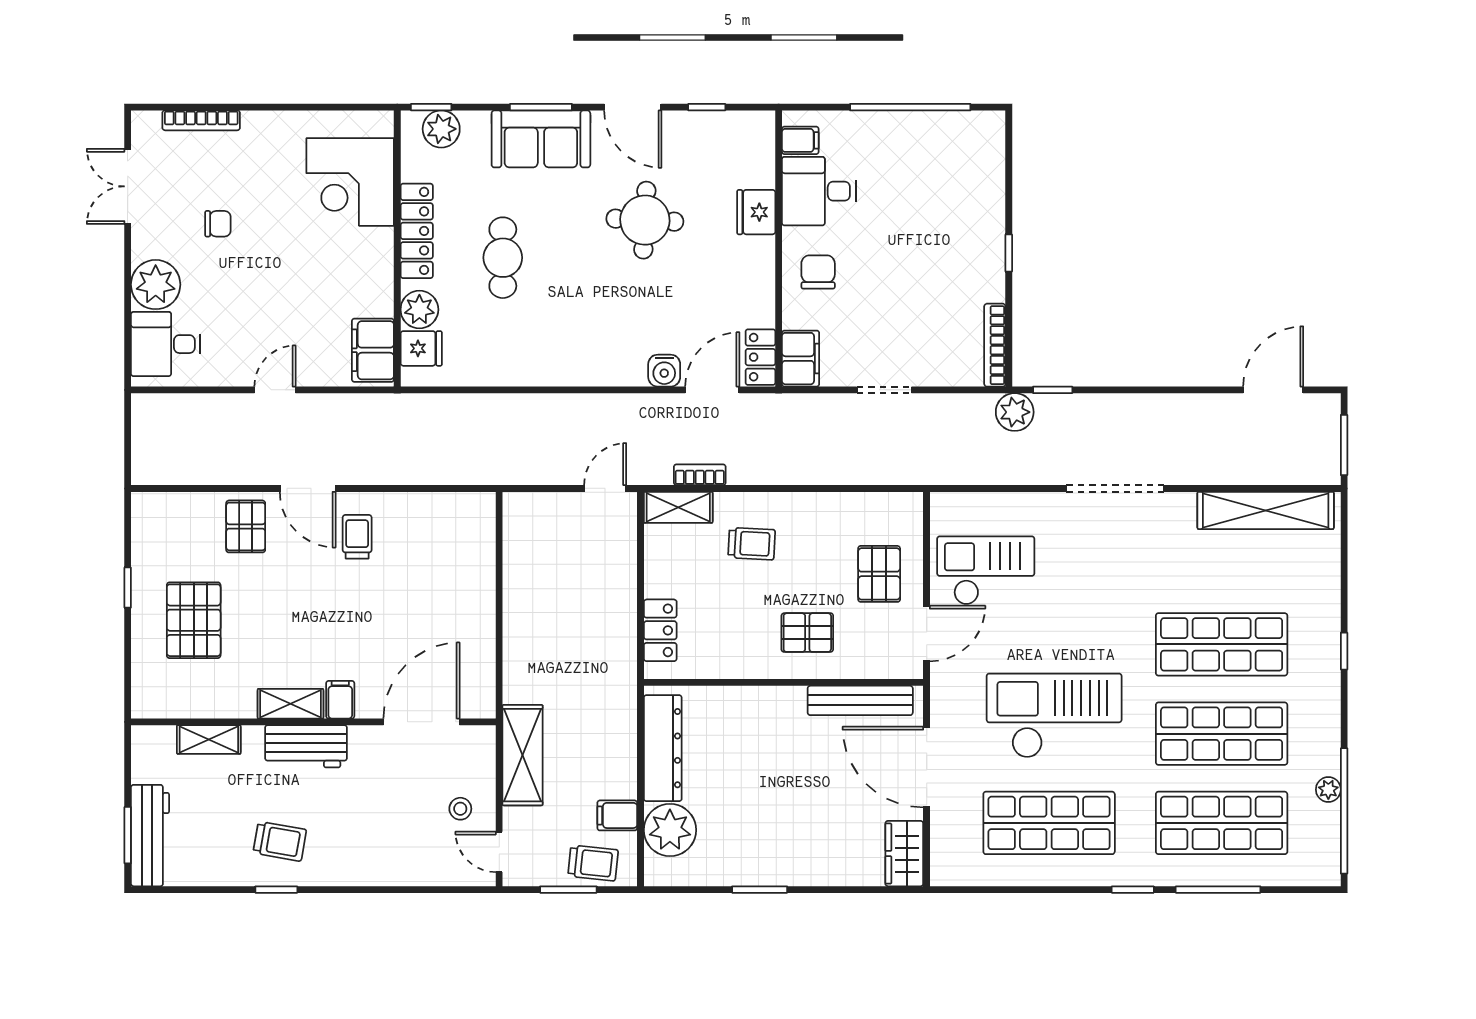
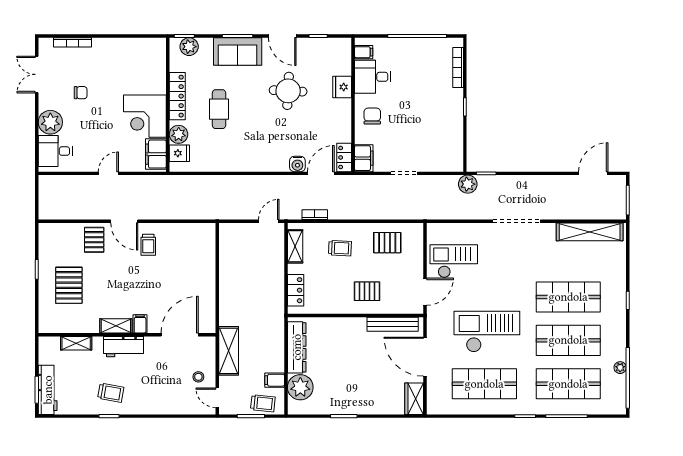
corner desk: (350, 182) -> (145, 116), moved
bookcase: (995, 345) -> (458, 68), moved
shelving: (678, 507) -> (295, 246), moved, turned 90
trolley: (357, 537) -> (148, 245), turned 180
pallet: (879, 574) -> (387, 243), moved, turned 90

